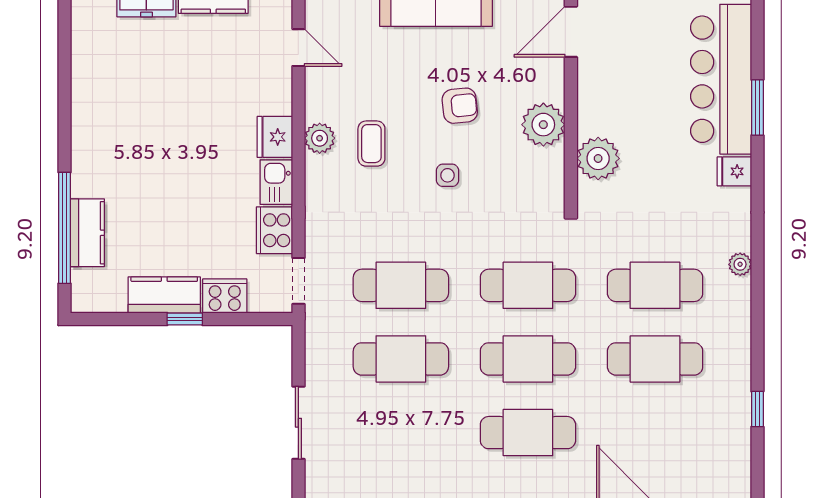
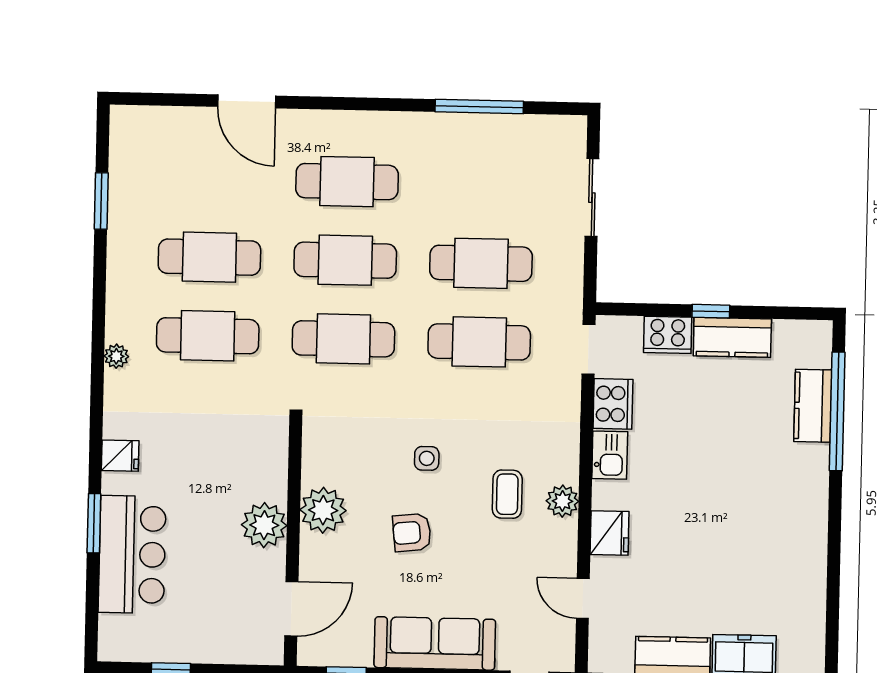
bar counter: (721, 79) -> (132, 554), width x0.73
fridge: (275, 137) -> (610, 533), moved
plant: (598, 158) -> (264, 525), moved
window: (757, 409) -> (101, 201), width x1.50

